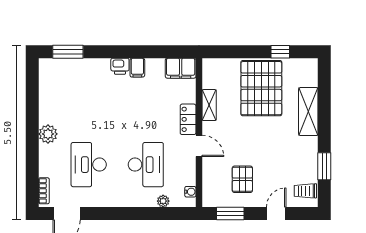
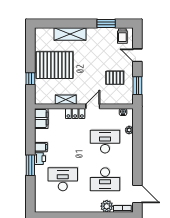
window: (68, 52) -> (30, 165), moved
window: (280, 52) -> (30, 79), moved
desk: (89, 101) -> (63, 179), added
plant: (48, 134) -> (107, 206), moved

